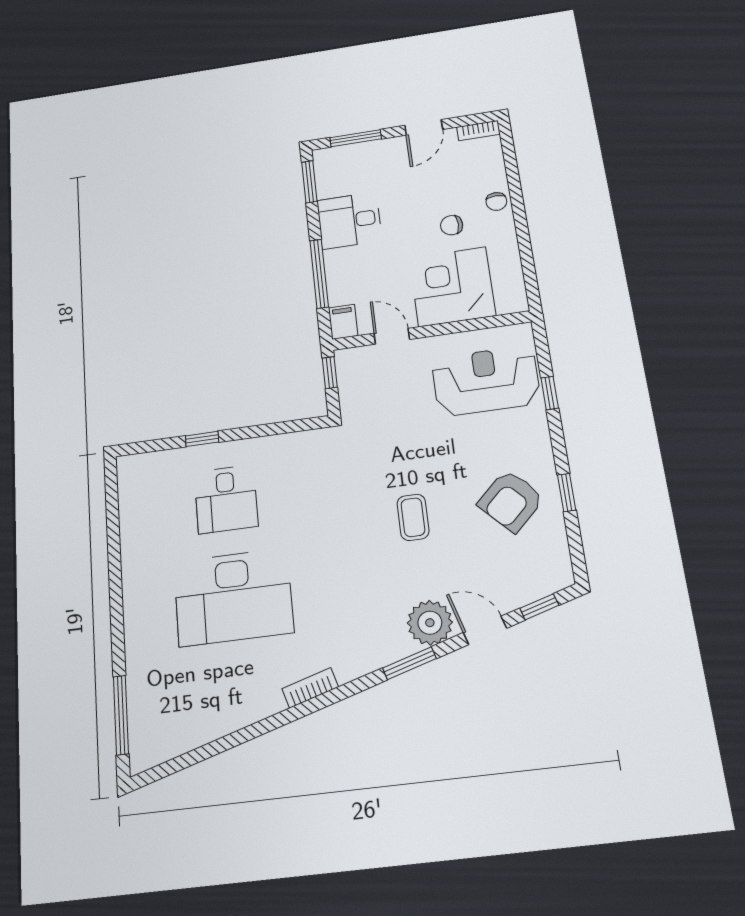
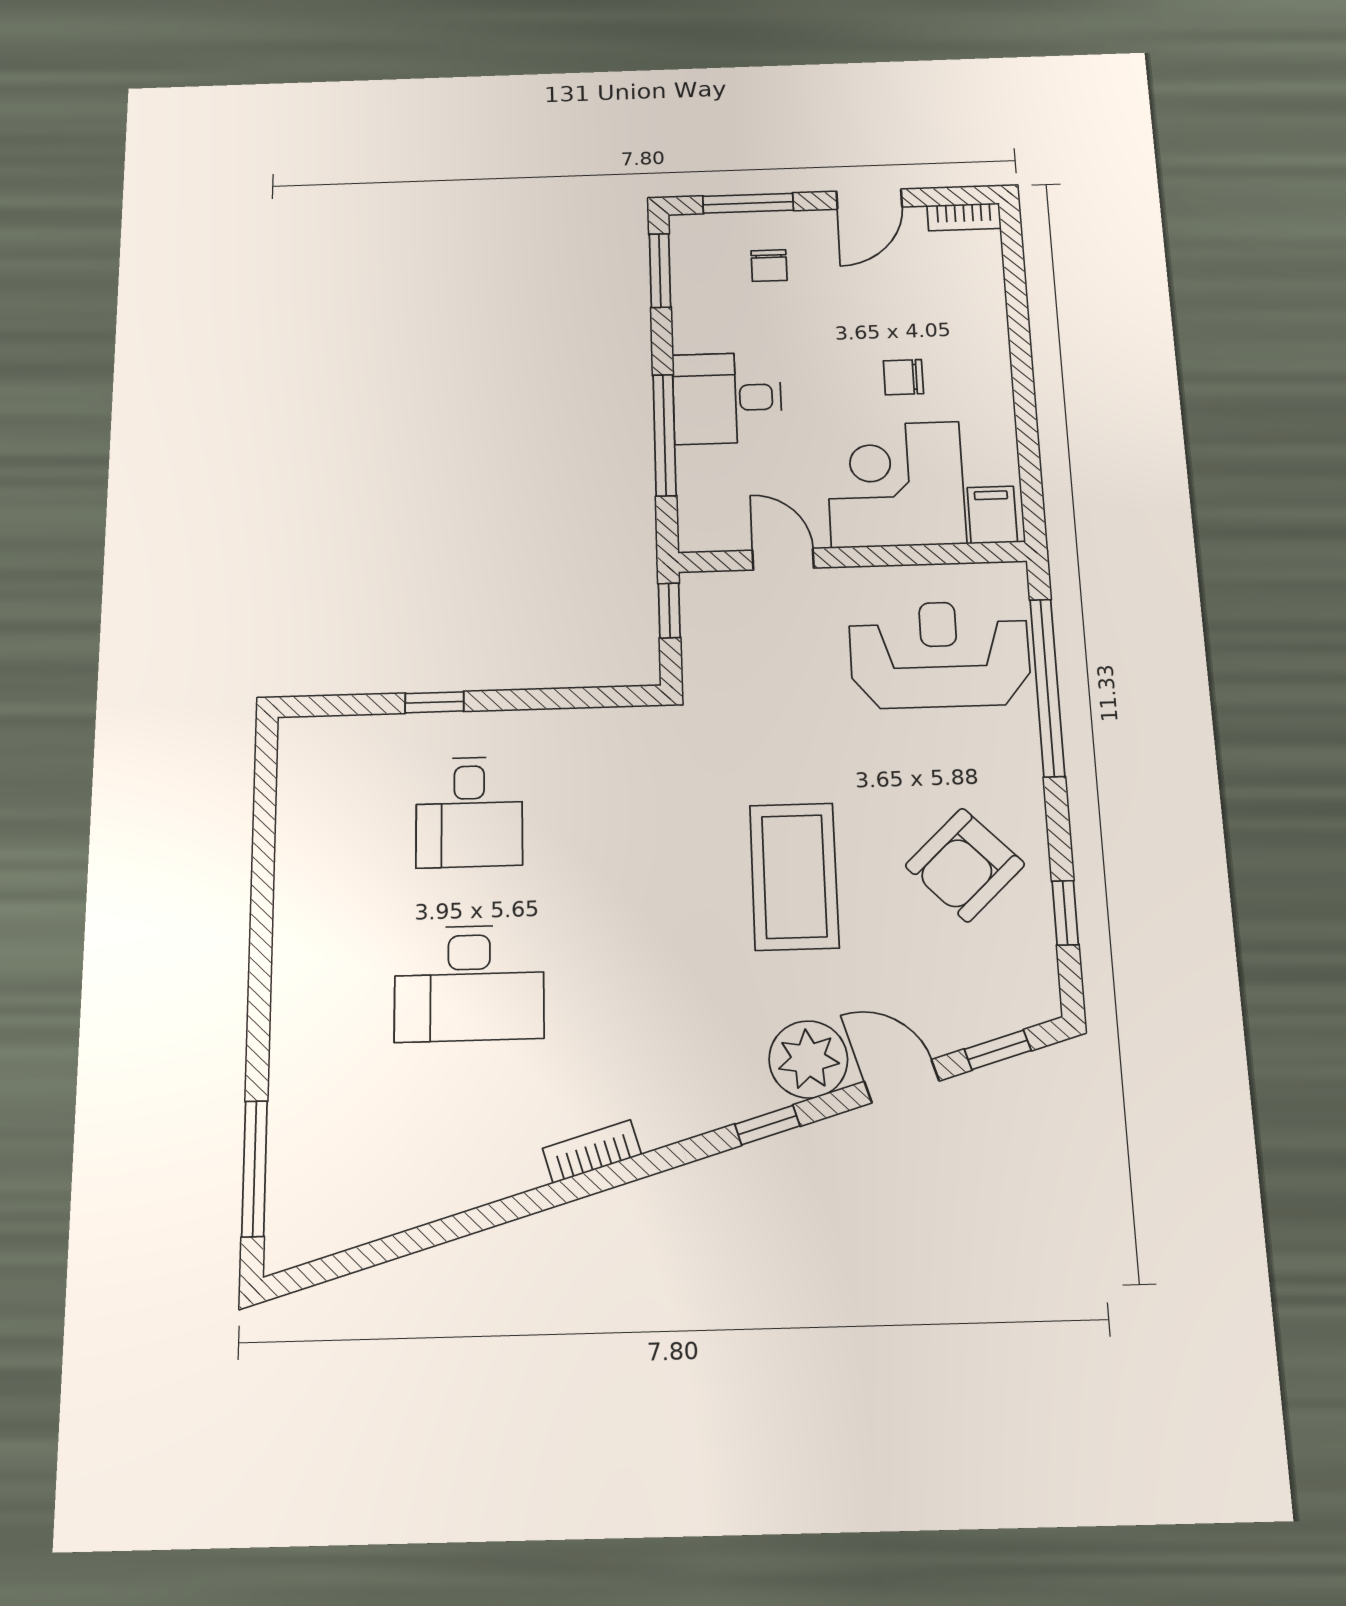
chair: (496, 202) -> (769, 266), moved
desk: (349, 221) -> (727, 398), moved
filing cabinet: (343, 322) -> (992, 515), moved
window: (550, 393) -> (1047, 687), width x3.17
window: (567, 493) -> (1065, 913), moved
coffee table: (413, 517) -> (794, 876), width x1.86, depth x1.72
desk: (233, 597) -> (469, 983), width x0.73, depth x0.77
window: (409, 663) -> (767, 1125), width x0.67

